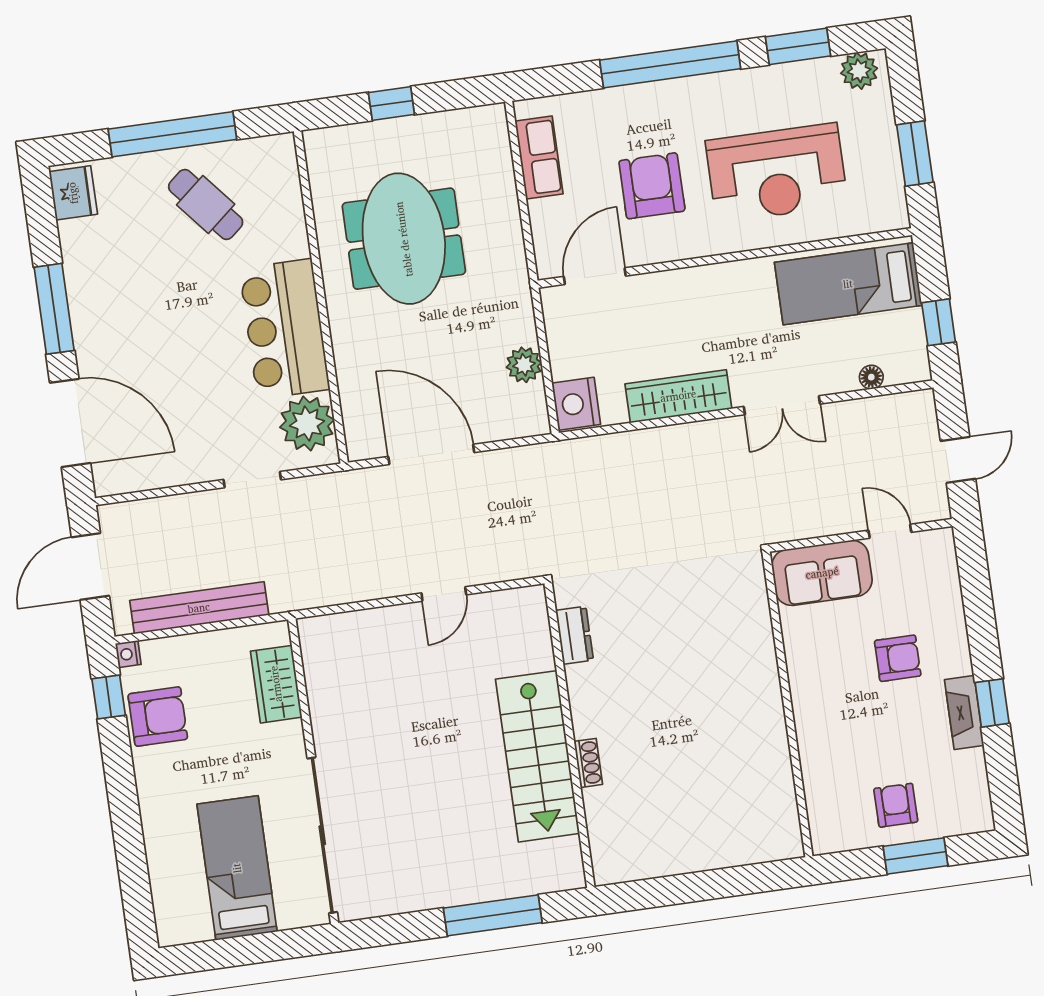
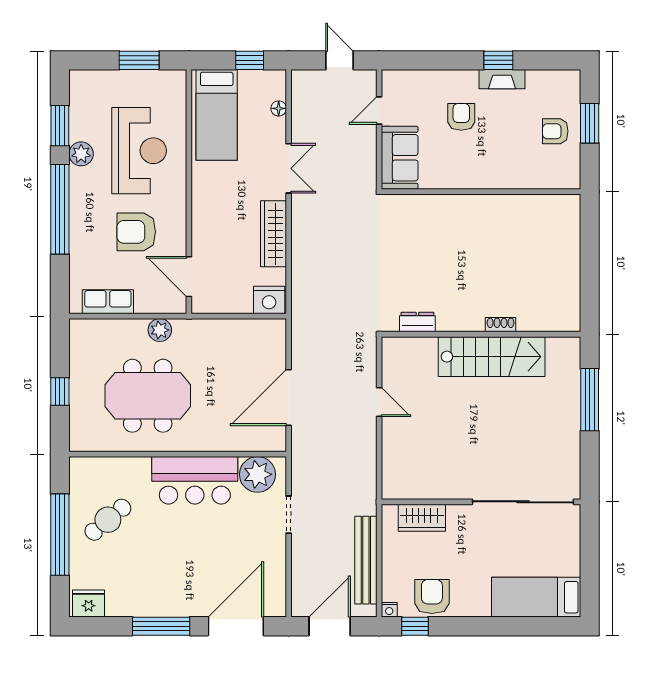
plant: (859, 71) -> (81, 154), moved
plant: (524, 365) -> (160, 330), moved
door: (90, 566) -> (330, 626), swing flipped
bed: (237, 868) -> (536, 597), moved

